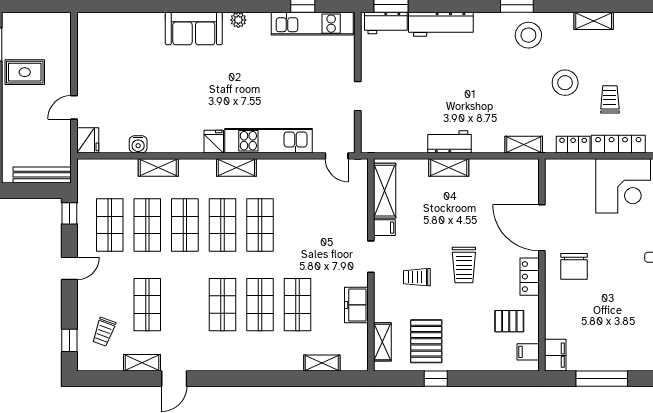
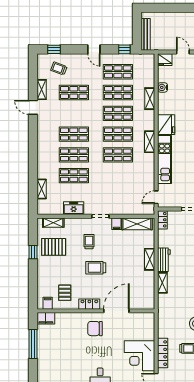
fridge: (214, 142) -> (166, 125), width x1.88, depth x1.34
shelving: (524, 145) -> (162, 283), moved
locker: (573, 145) -> (162, 220), moved

